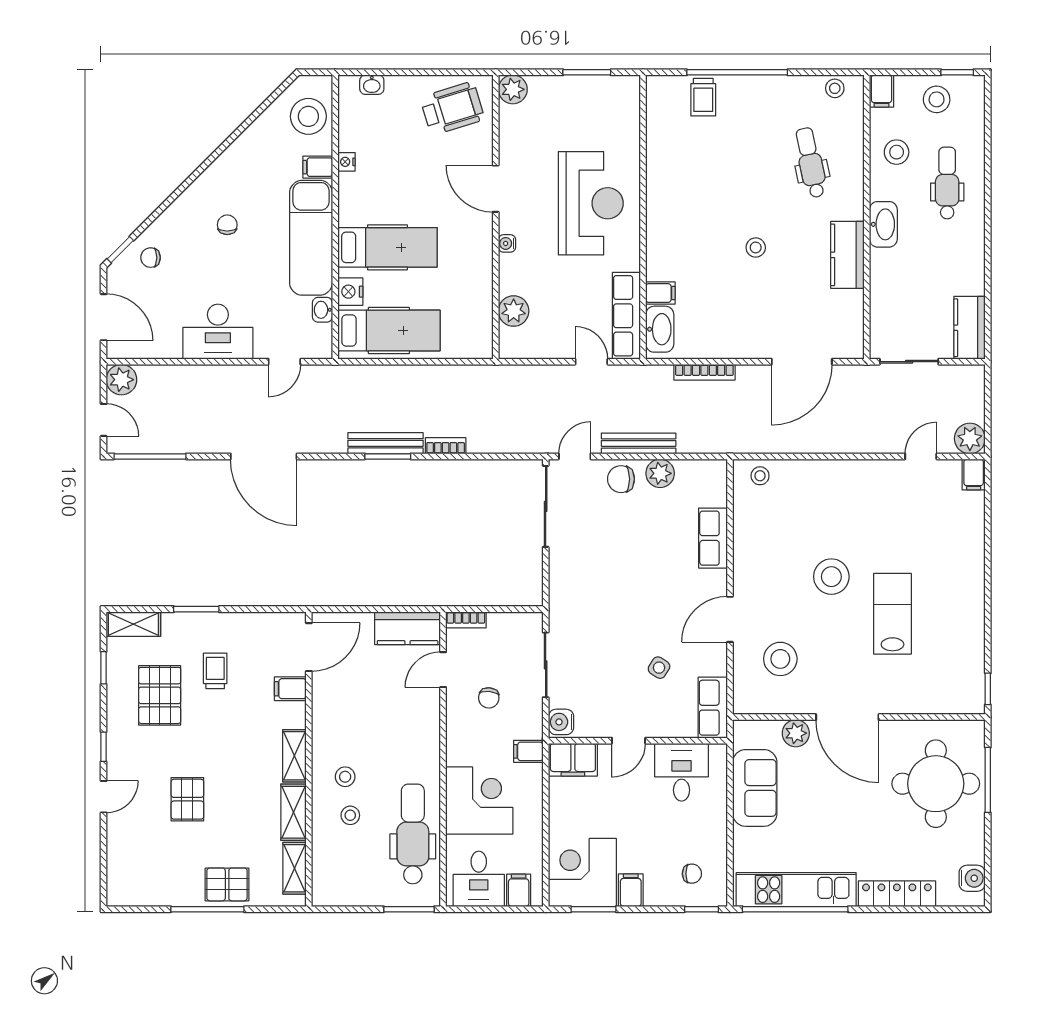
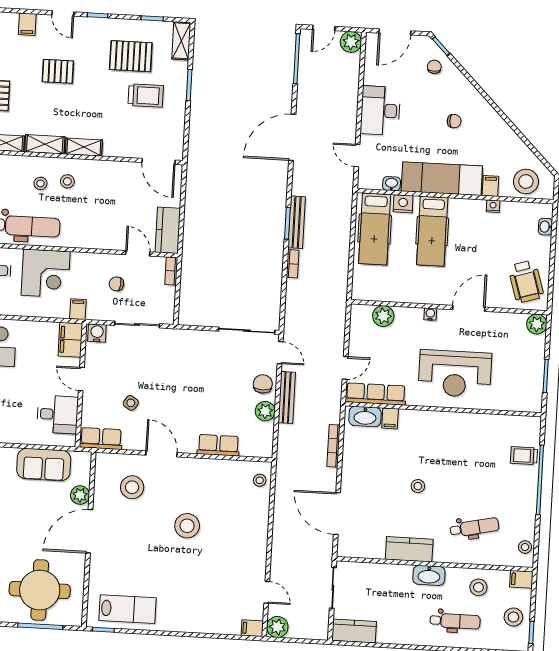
lab bench: (892, 614) -> (127, 609), moved
trolley: (215, 671) -> (146, 95), width x1.36, depth x1.39
filing cabinet: (290, 689) -> (27, 24), moved, turned 180

